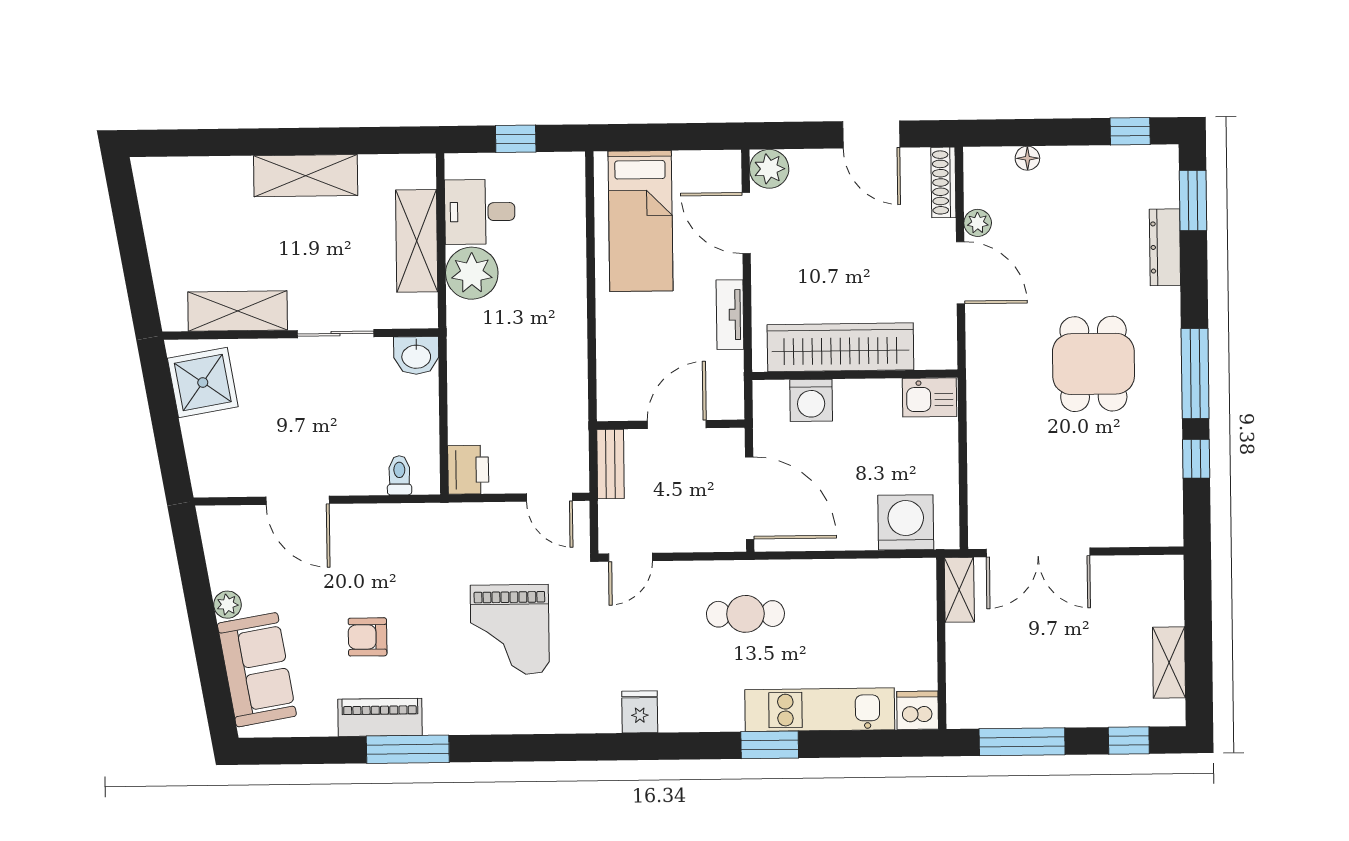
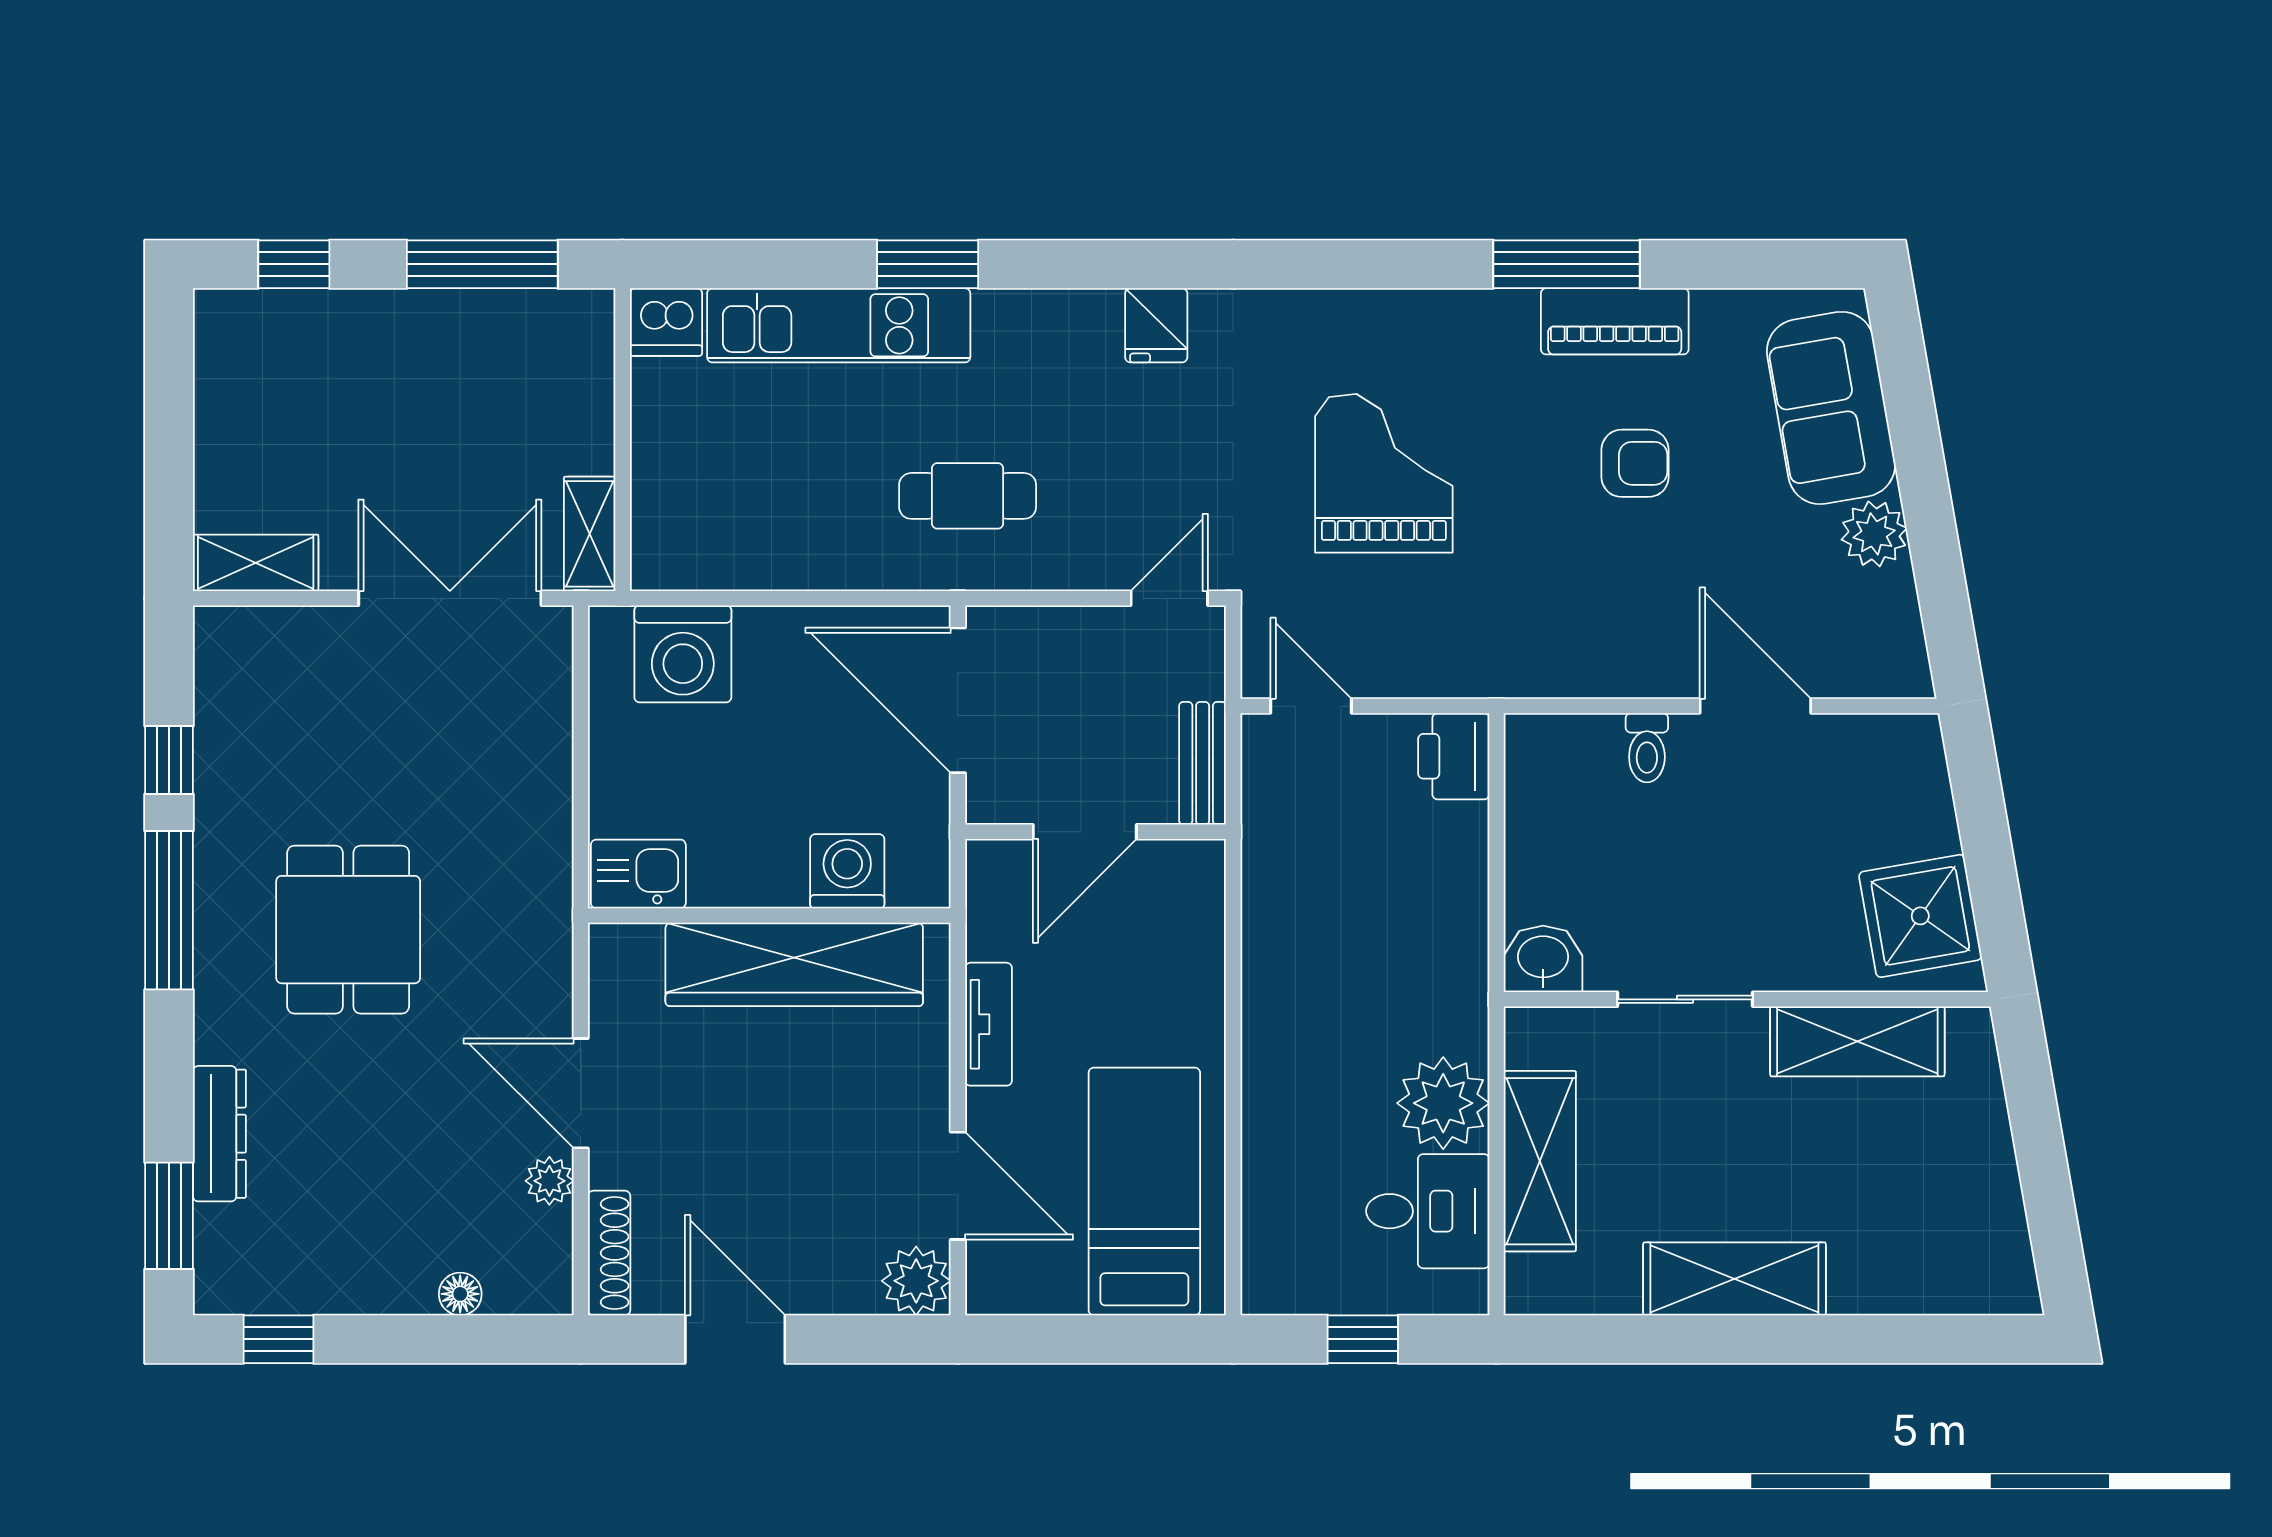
toilet: (399, 475) -> (1647, 748), moved
plant: (227, 605) -> (1874, 534), width x1.38, depth x1.38
shelving: (1169, 663) -> (256, 563), moved, turned 90

